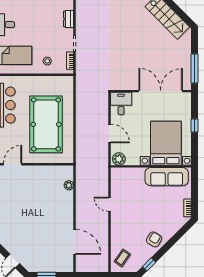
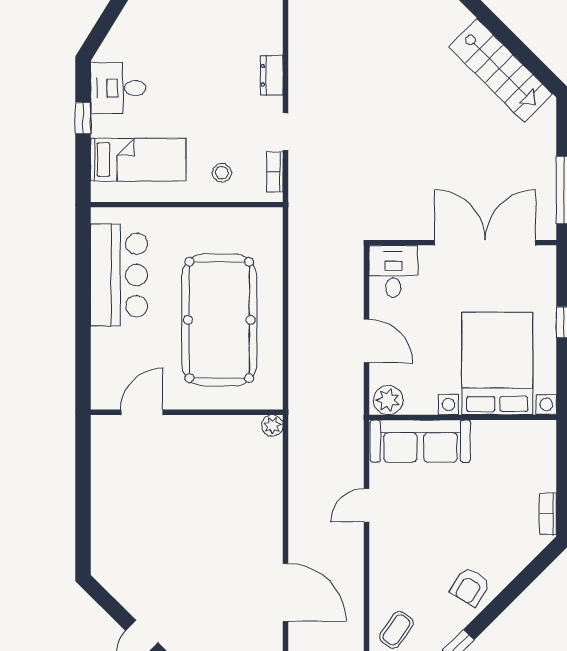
sofa: (167, 177) -> (420, 441), moved
plant: (69, 185) -> (272, 426), moved
door: (109, 204) -> (367, 505), hinge flipped
armchair: (154, 239) -> (470, 587), turned 180

